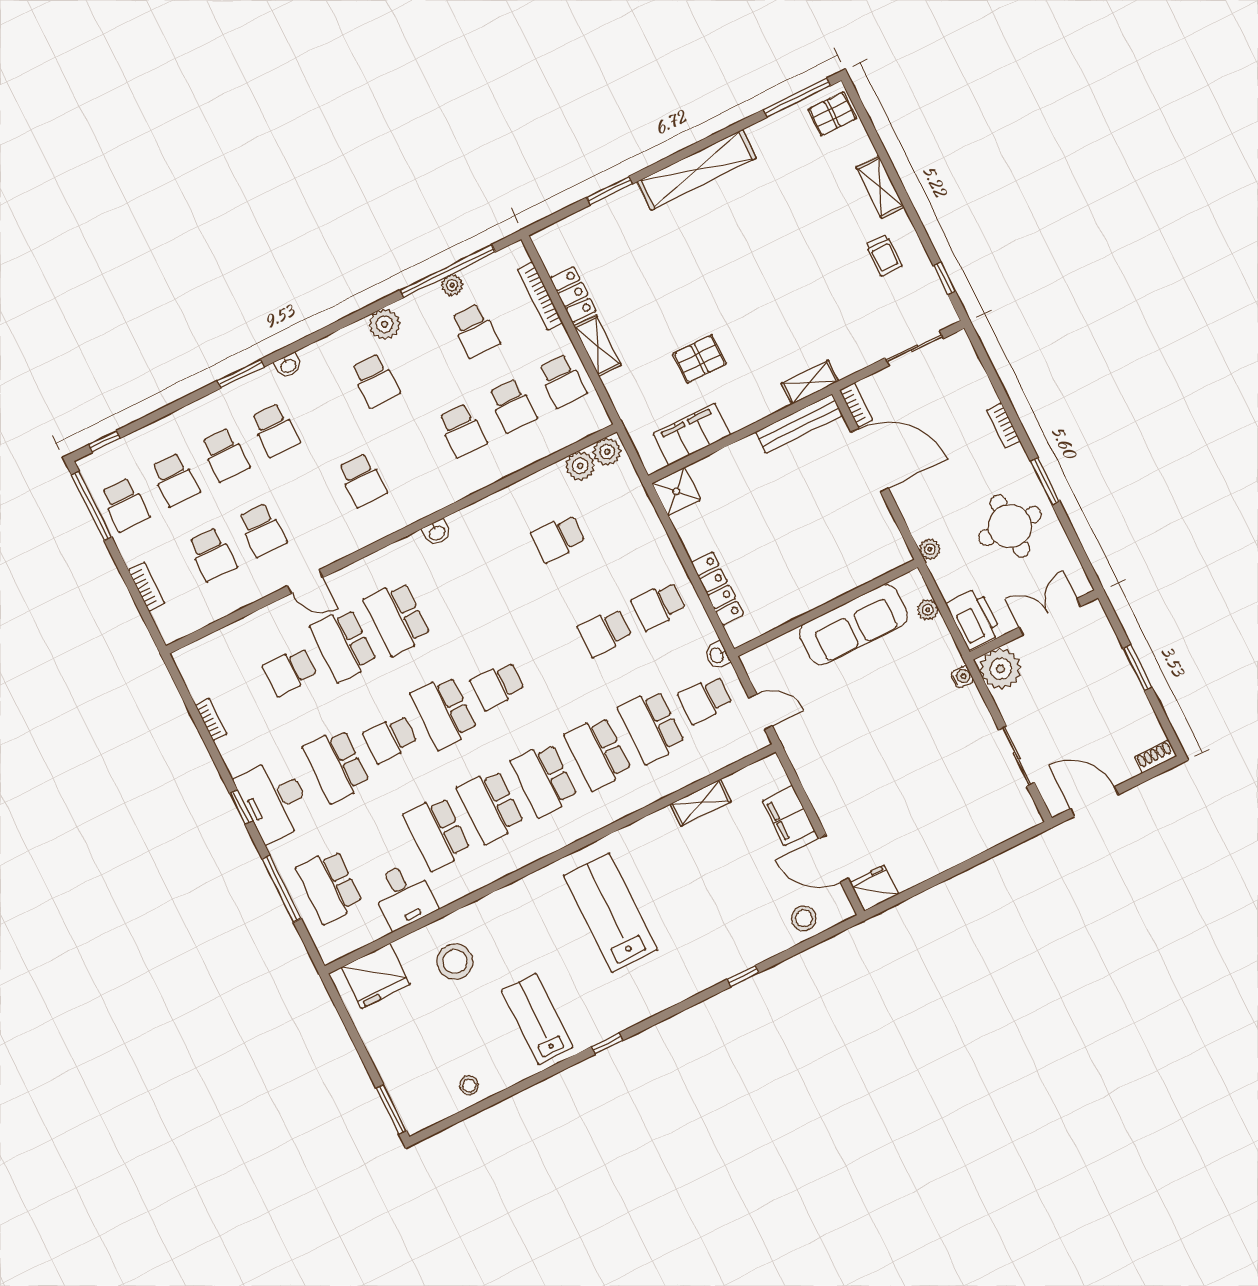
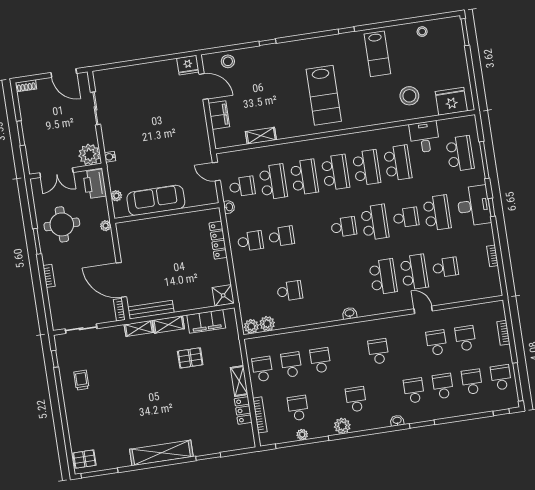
shelving: (880, 187) -> (169, 325), moved, turned 90

